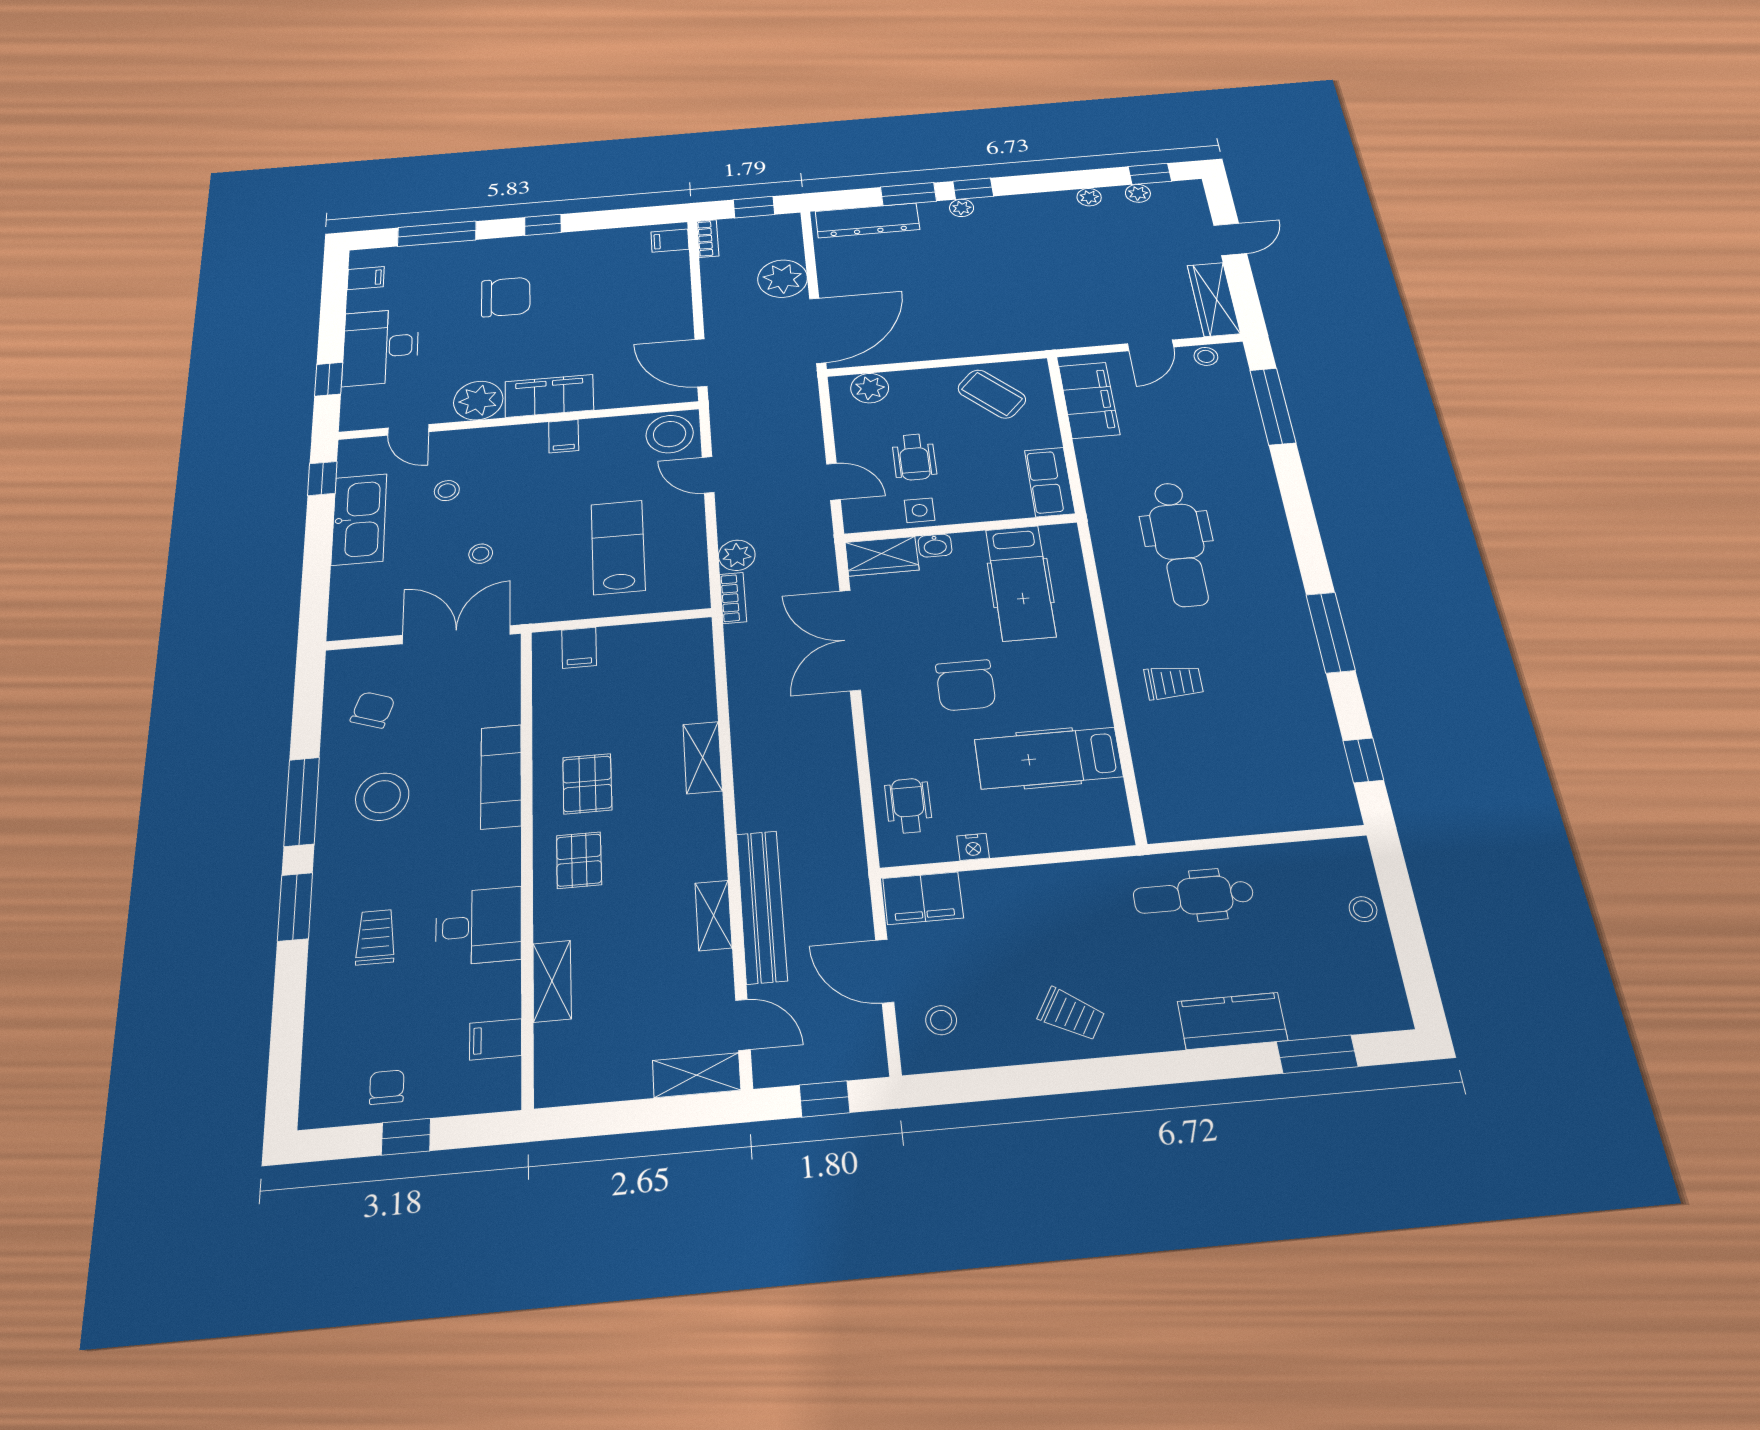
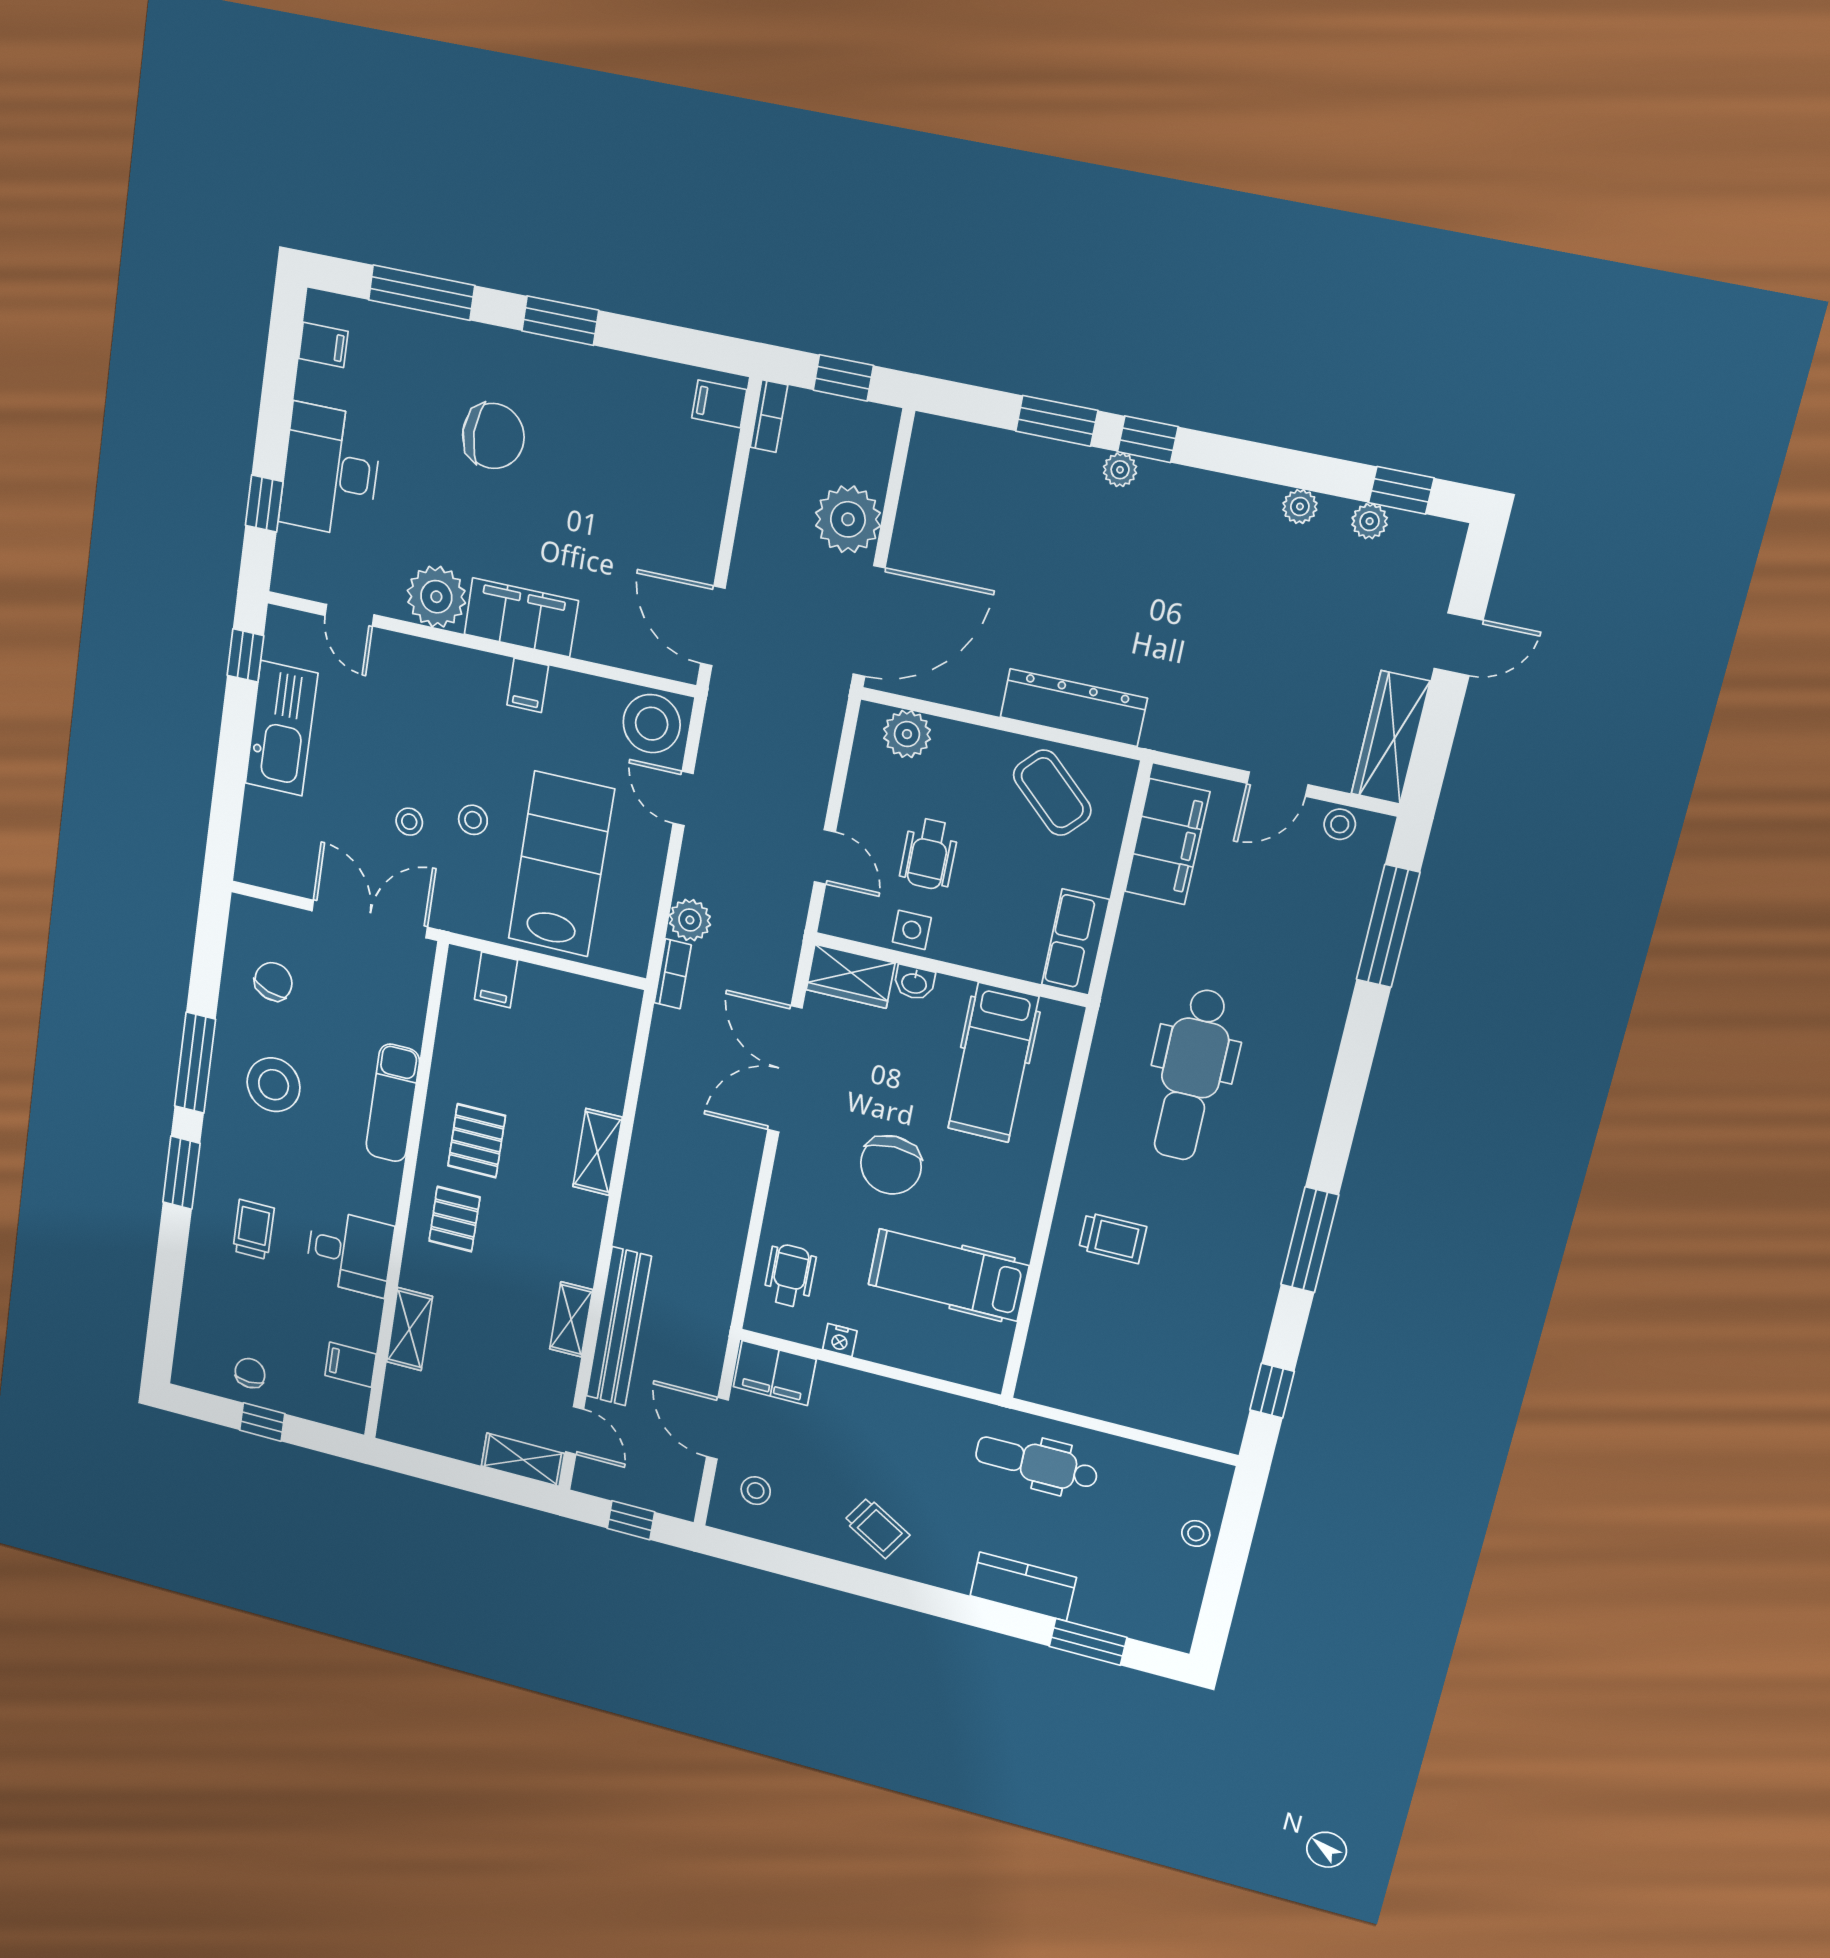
dresser: (867, 220) -> (1074, 708), moved, turned 180
window: (543, 225) -> (560, 321), width x1.50
stool: (447, 491) -> (473, 820), moved
lab bench: (618, 547) -> (561, 864), width x1.36, depth x1.39

